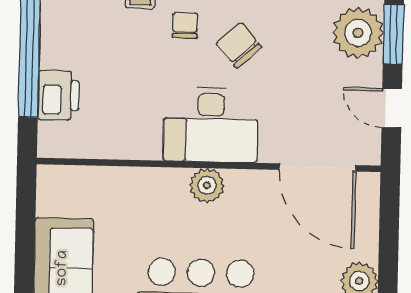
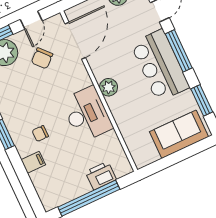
chair: (239, 45) -> (42, 58), moved
desk: (211, 125) -> (87, 114), moved

